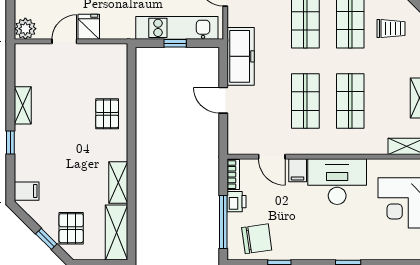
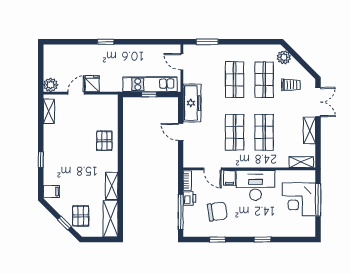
shelving: (23, 105) -> (49, 111), moved
chair: (257, 239) -> (217, 211), moved

